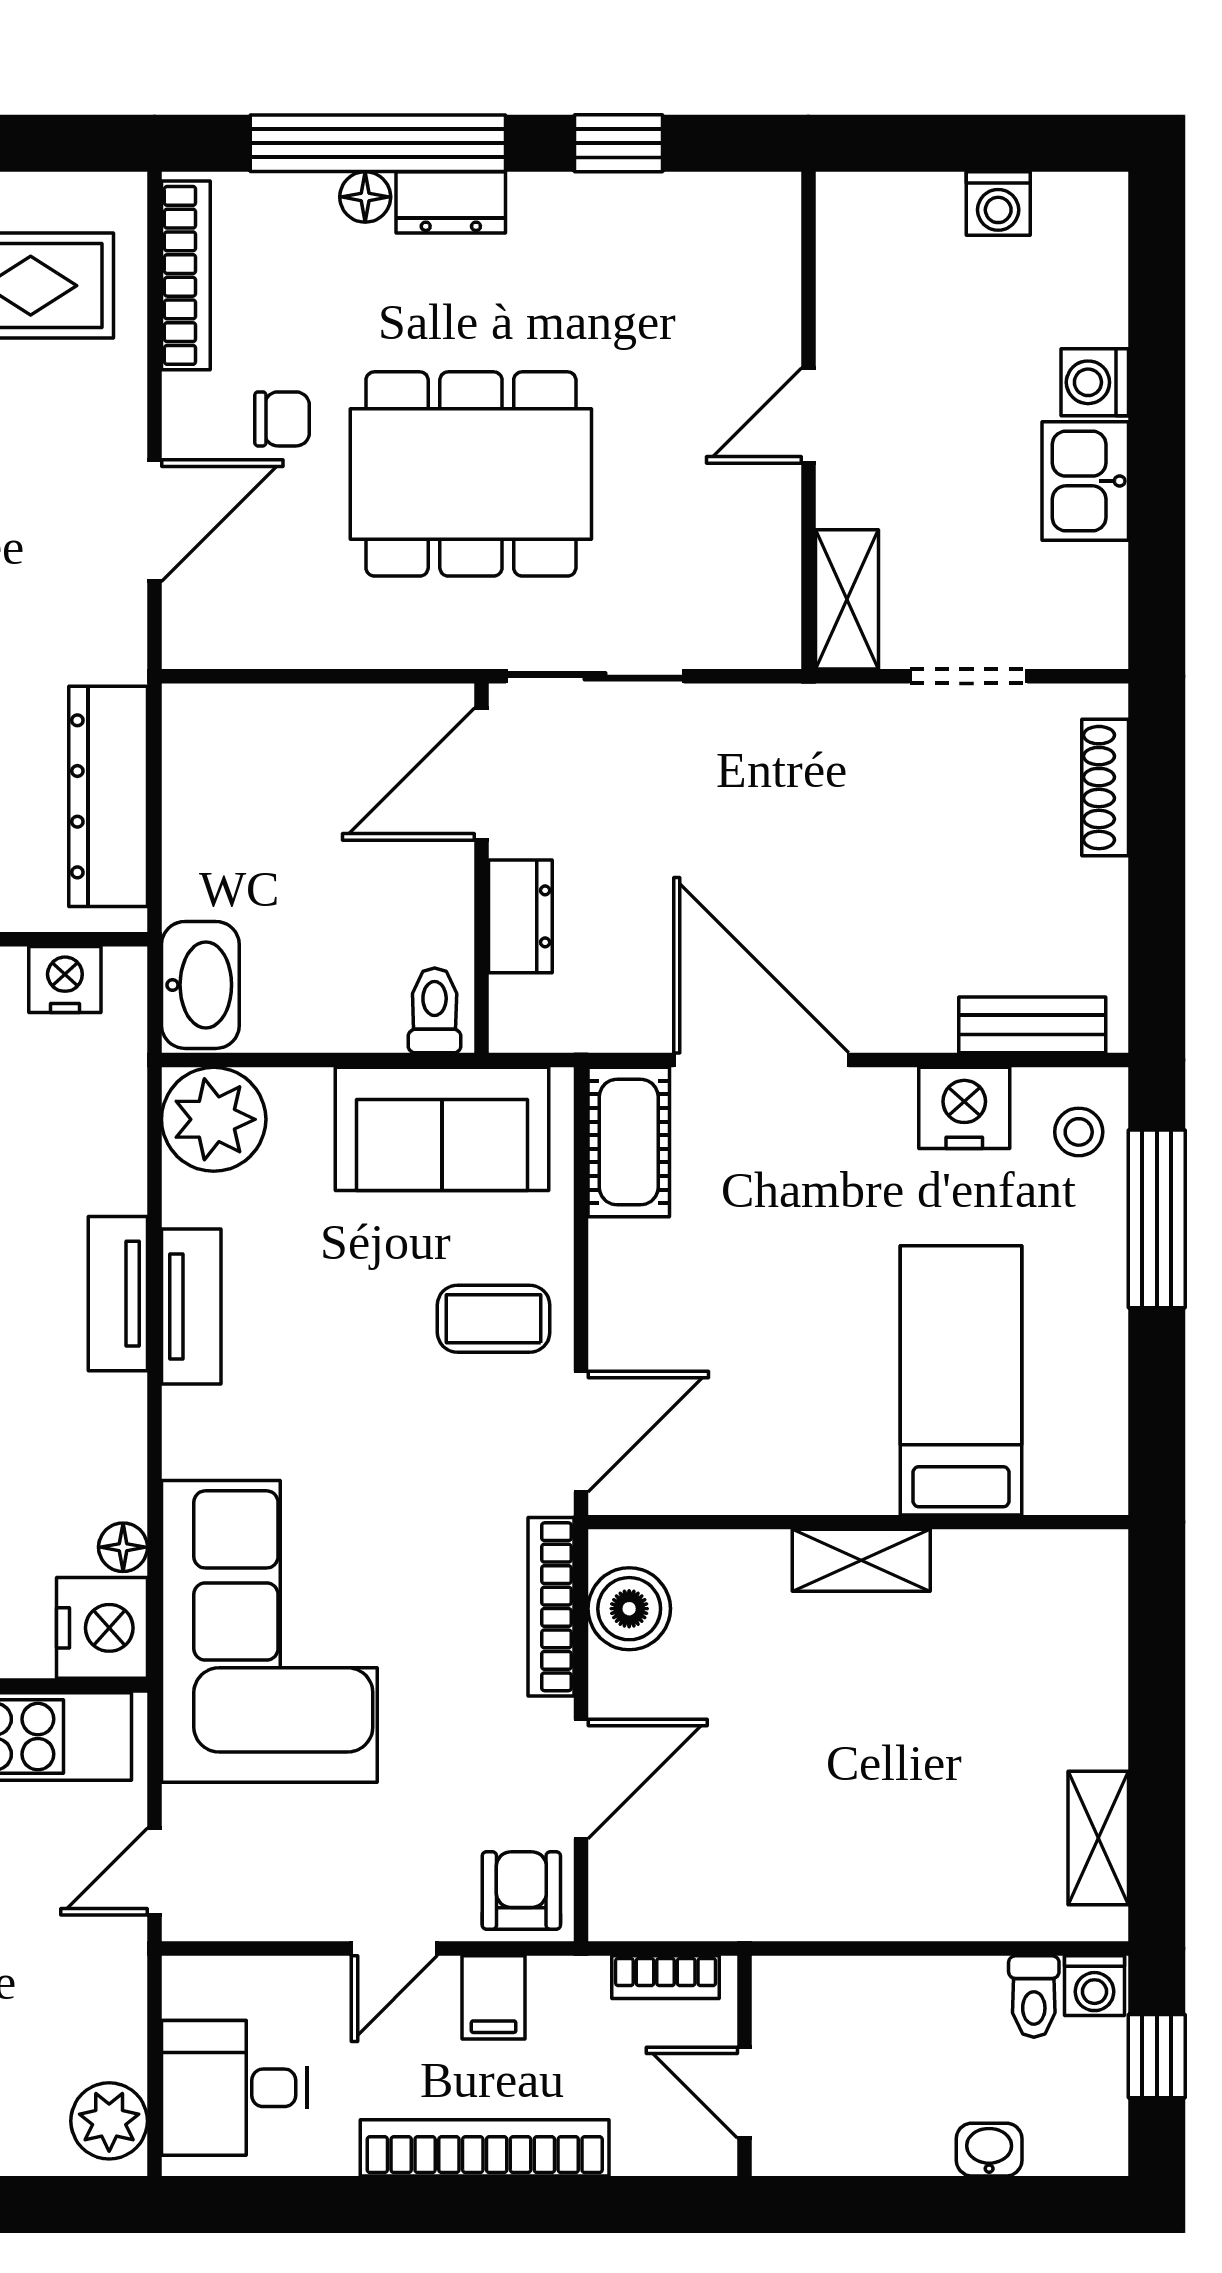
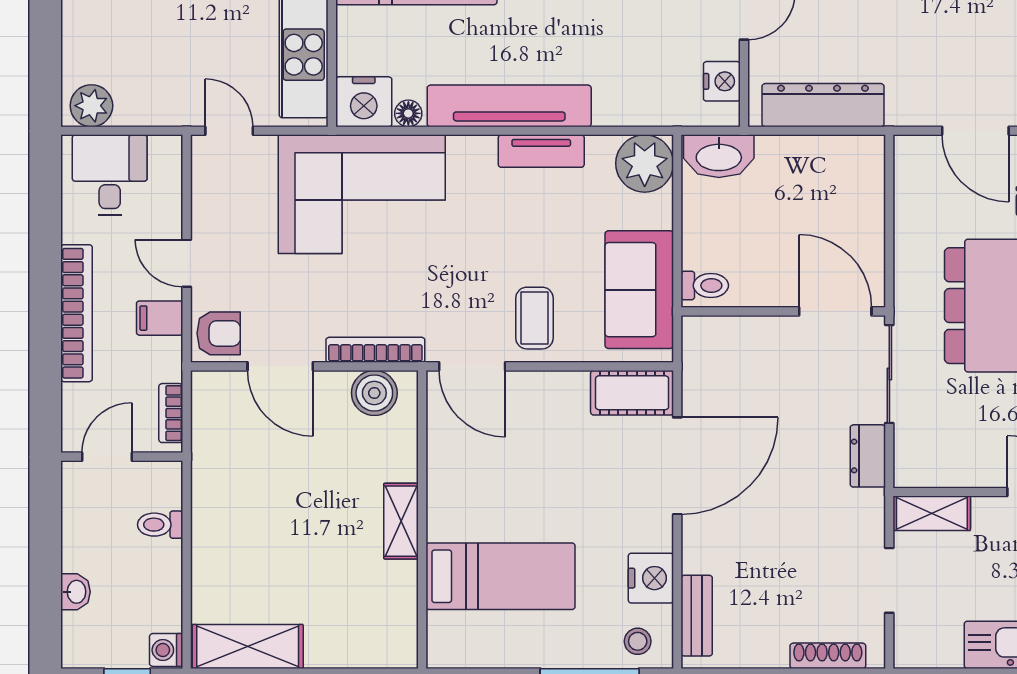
dresser: (520, 916) -> (868, 456), moved, turned 90
tv unit: (118, 1294) -> (509, 106), width x1.92, depth x1.29
shelving: (1098, 1838) -> (248, 646), width x1.50, depth x1.33
toilet: (1034, 1997) -> (160, 525), moved

